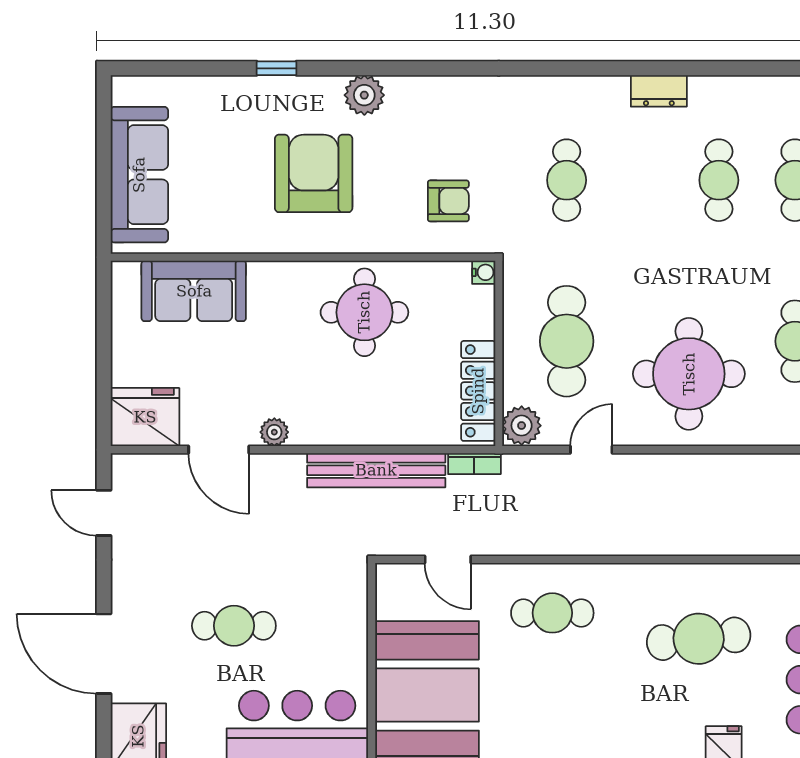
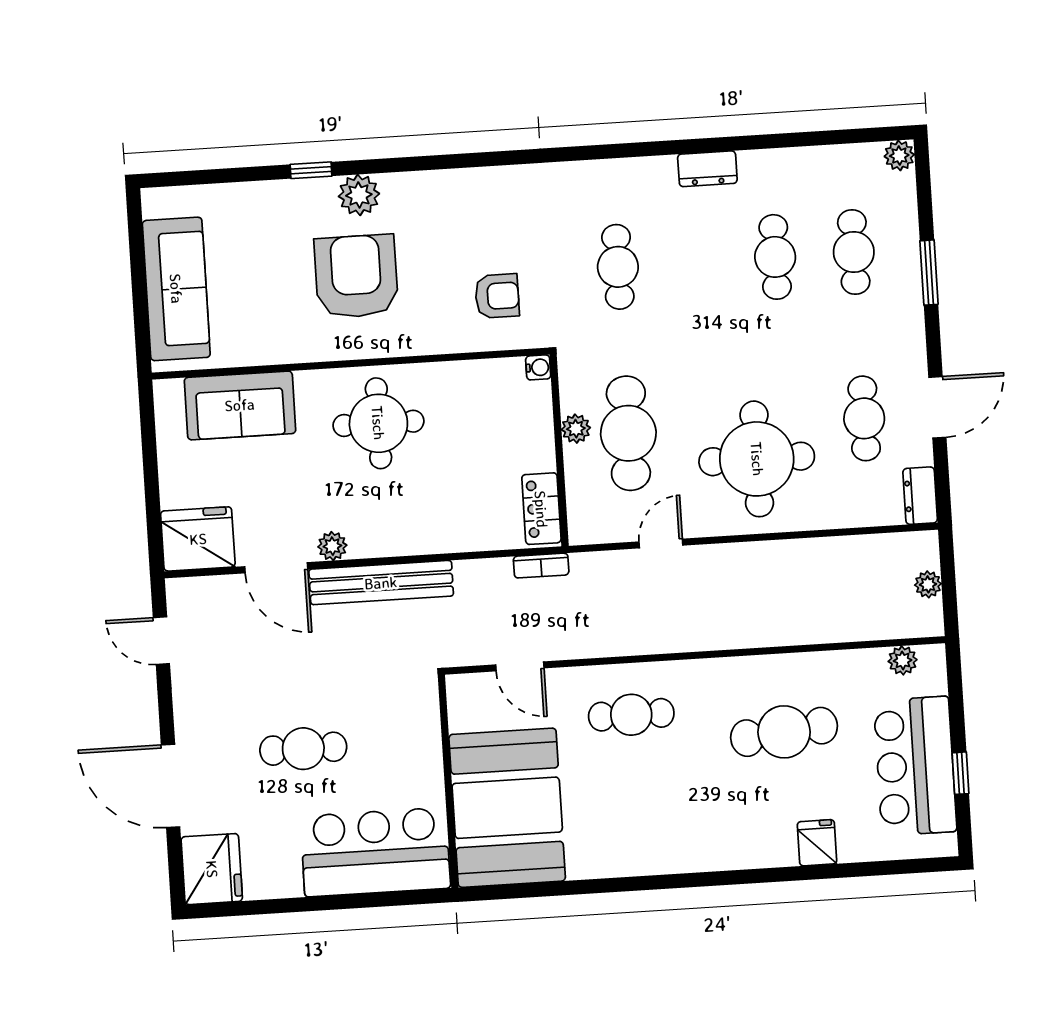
plant: (364, 95) -> (359, 195), moved
round table: (364, 312) -> (378, 423), moved
locker: (478, 391) -> (541, 509), width x0.66
plant: (522, 426) -> (576, 429), moved, width x0.73, depth x0.73
bench: (376, 470) -> (381, 583), moved

